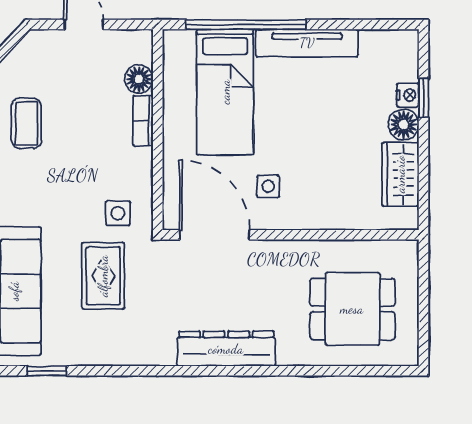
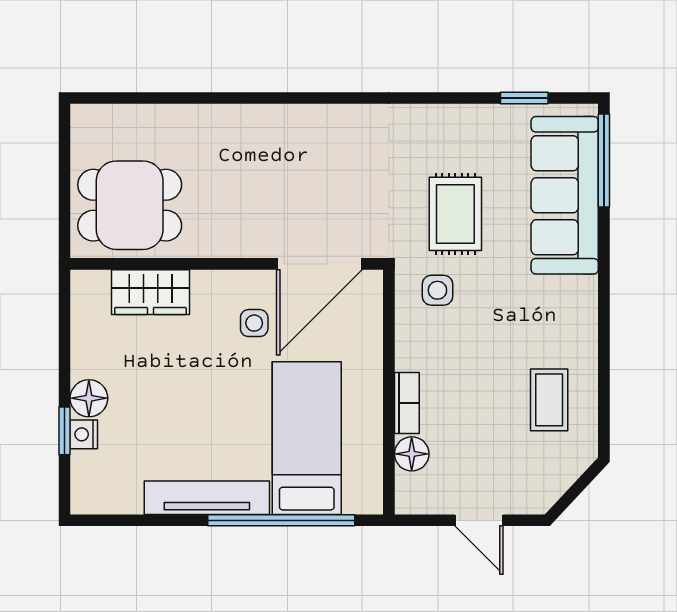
wardrobe: (400, 174) -> (150, 292), moved, turned 90
door: (215, 235) -> (319, 264), hinge flipped
dining table: (352, 309) -> (130, 205), moved
dresser: (226, 349) -> (305, 125), removed

